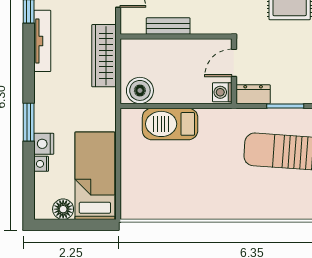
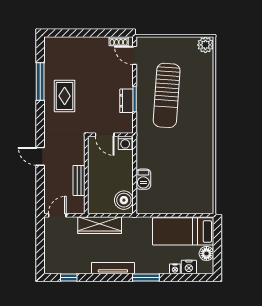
tv unit: (42, 41) -> (113, 268), moved
dresser: (253, 94) -> (126, 101), moved
barbecue: (170, 124) -> (143, 179), width x0.53, depth x0.65
nightstand: (44, 144) -> (189, 267), moved

